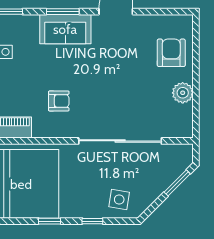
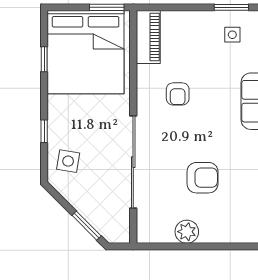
armchair: (171, 53) -> (203, 178), moved
window: (50, 221) -> (44, 59), moved

